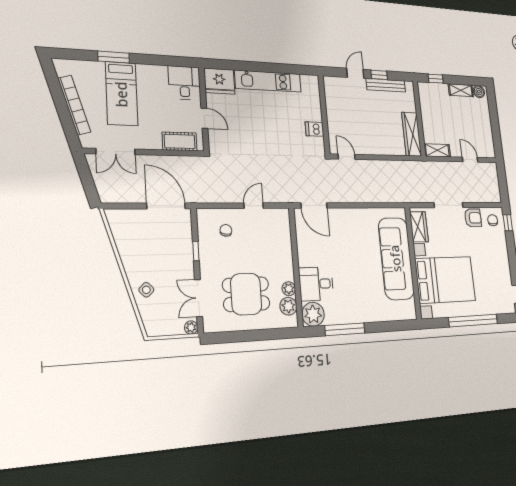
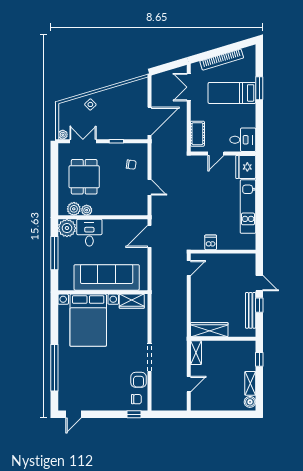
wardrobe: (419, 227) -> (132, 301), moved
sofa: (396, 258) -> (107, 277), moved
wall: (413, 263) -> (103, 292), moved
bed with nightstands: (445, 280) -> (88, 320), moved

